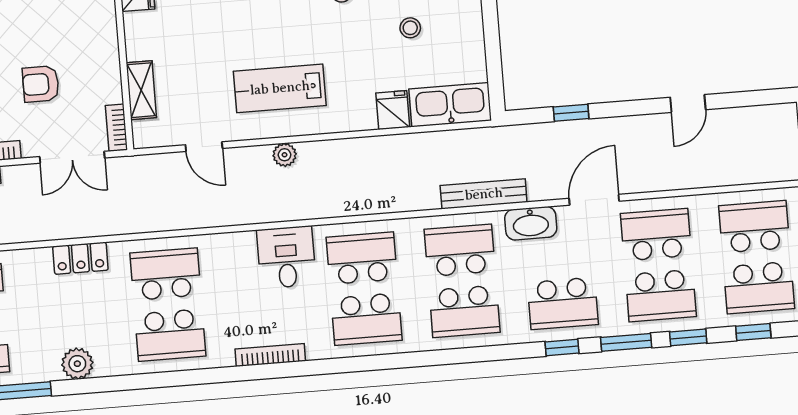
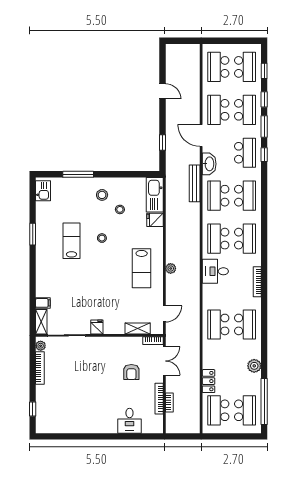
door: (204, 147) -> (164, 314), moved
locker: (80, 258) -> (208, 381), moved

